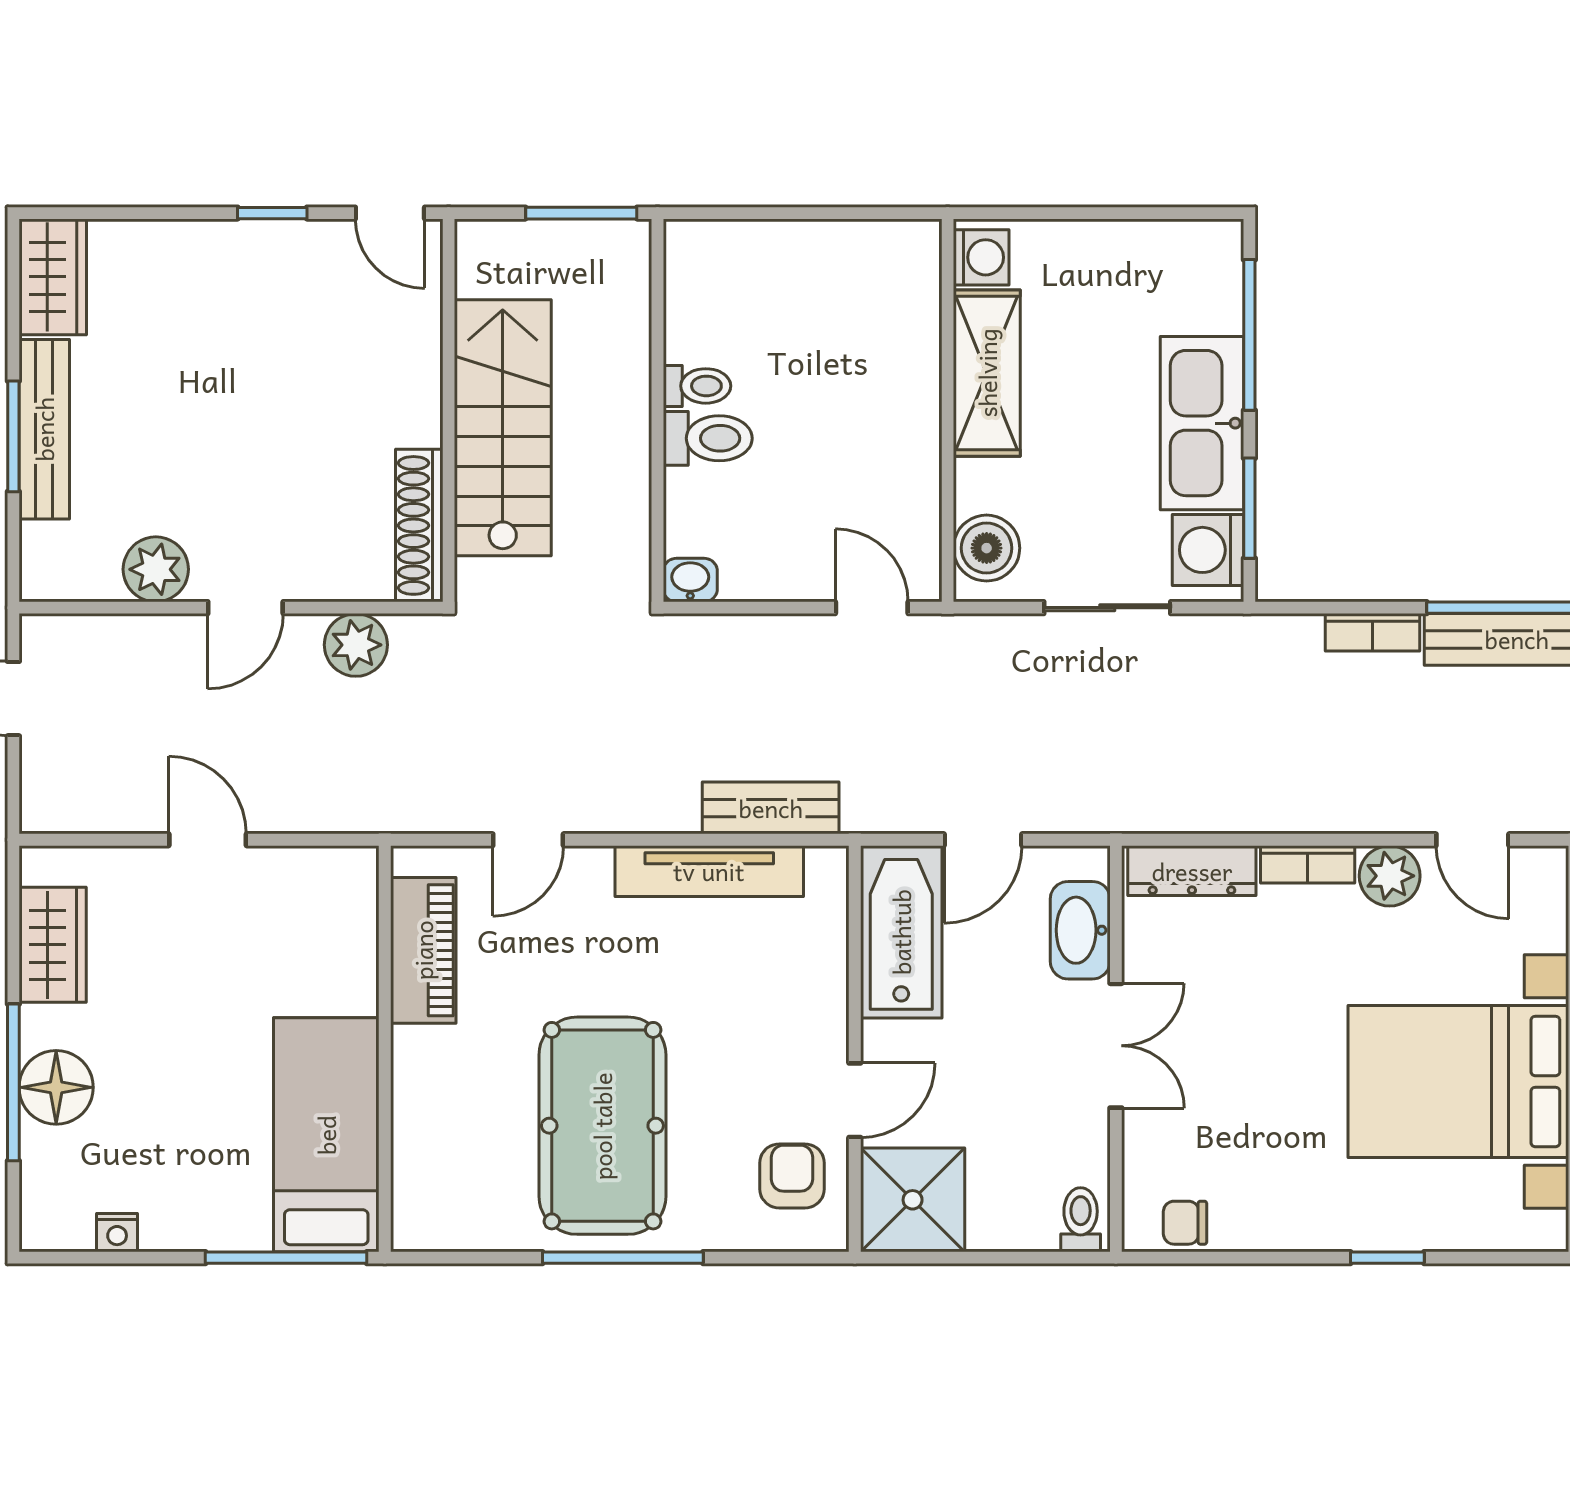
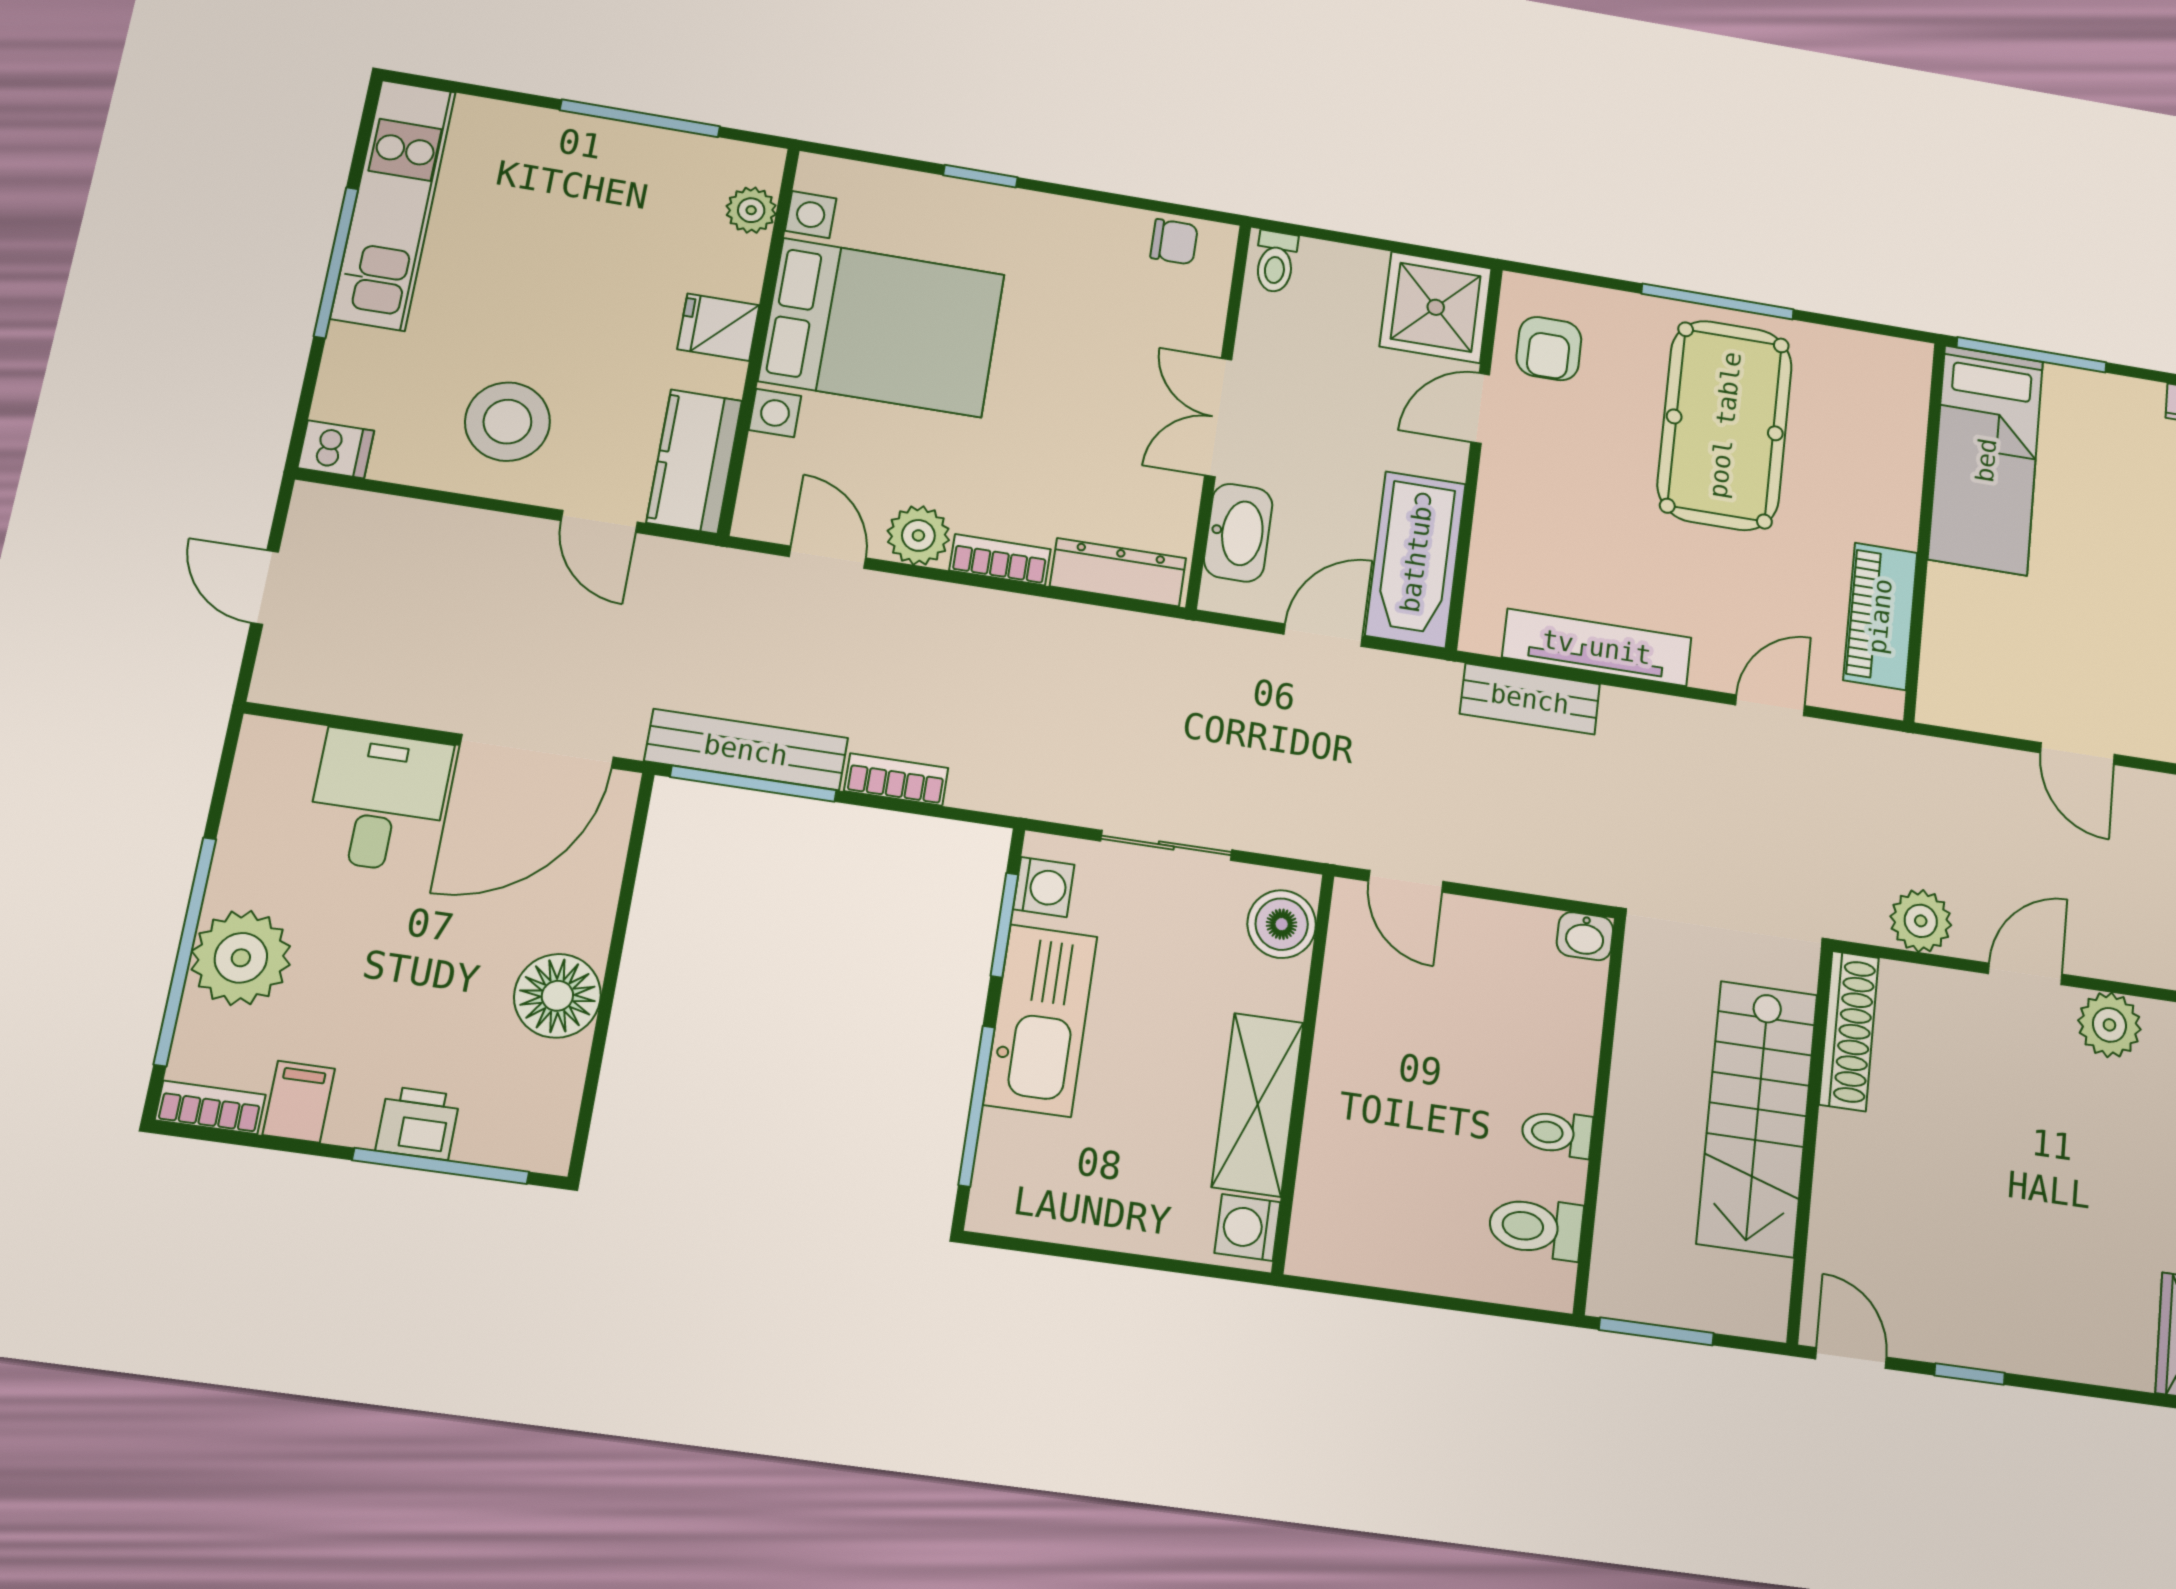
toilet: (708, 438) -> (1536, 1228), moved
washing machine: (1208, 550) -> (1044, 887), width x0.73, depth x0.73

